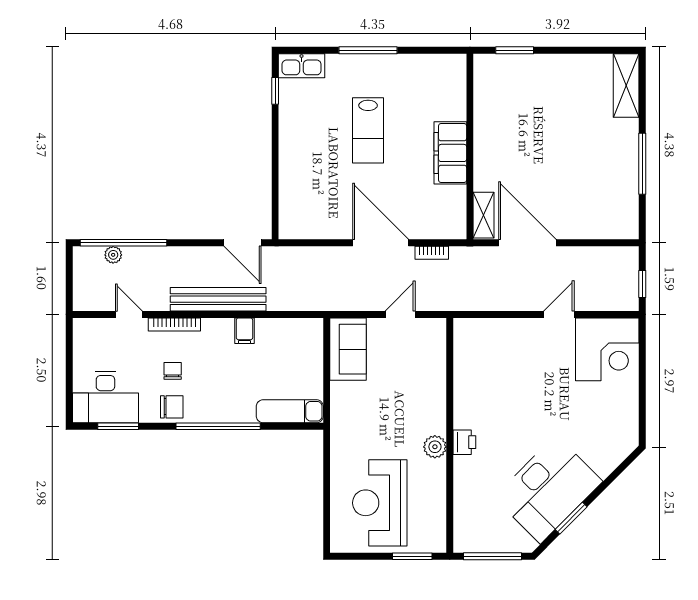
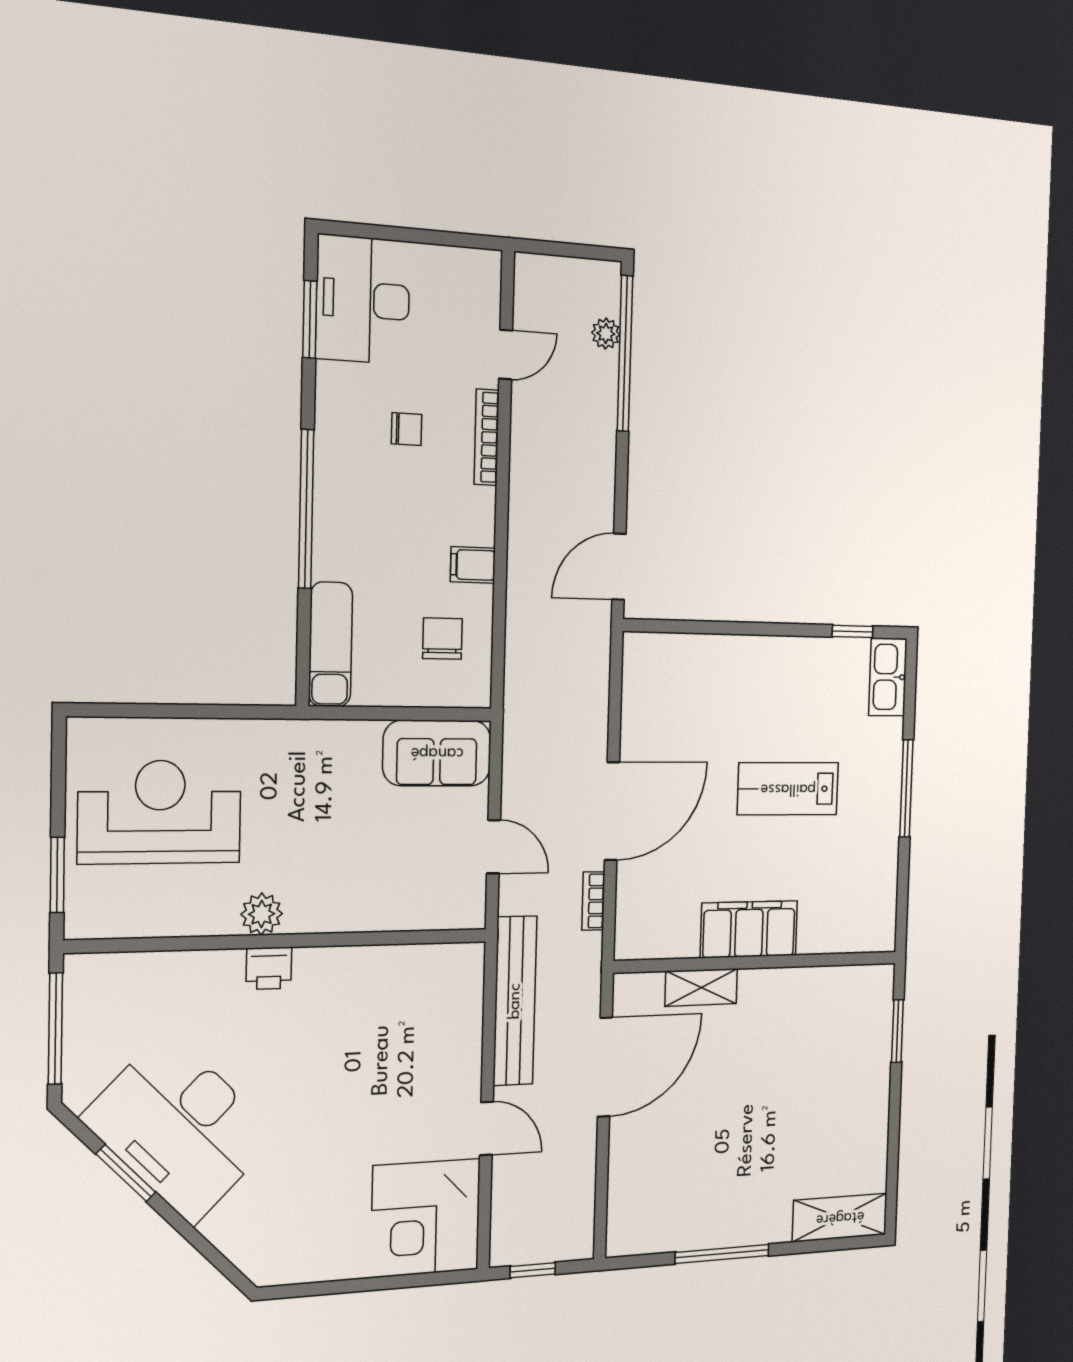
shelving: (484, 215) -> (701, 987), moved
bench: (218, 299) -> (515, 1001), moved
chair: (172, 407) -> (442, 639), moved, turned 180

